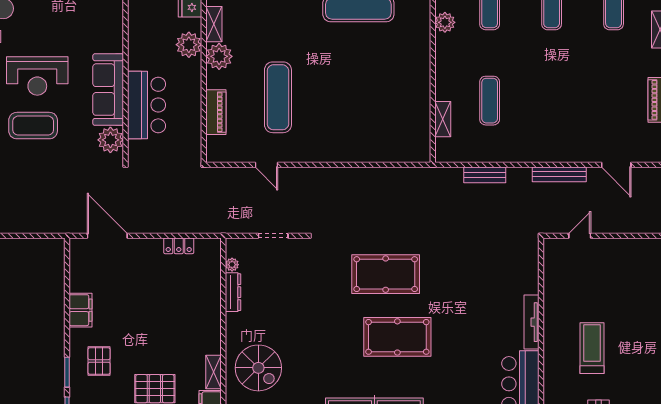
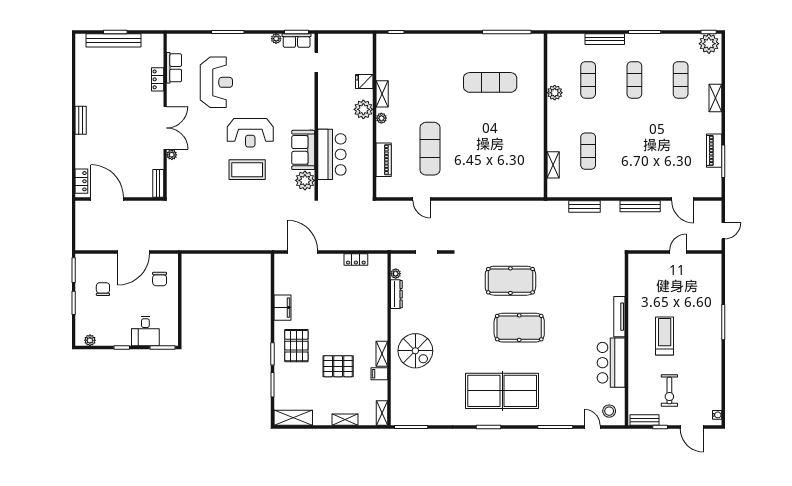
plant: (219, 56) -> (381, 118), width x0.53, depth x0.53
sofa: (108, 90) -> (303, 150), width x0.73
door: (580, 236) -> (678, 252), moved
pallet: (99, 361) -> (296, 346), width x1.50, depth x1.42

